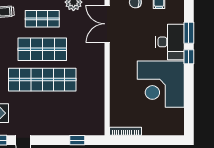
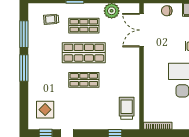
shop shelf: (42, 80) -> (84, 80), width x0.50, depth x0.74
trolley: (90, 112) -> (127, 108), added

